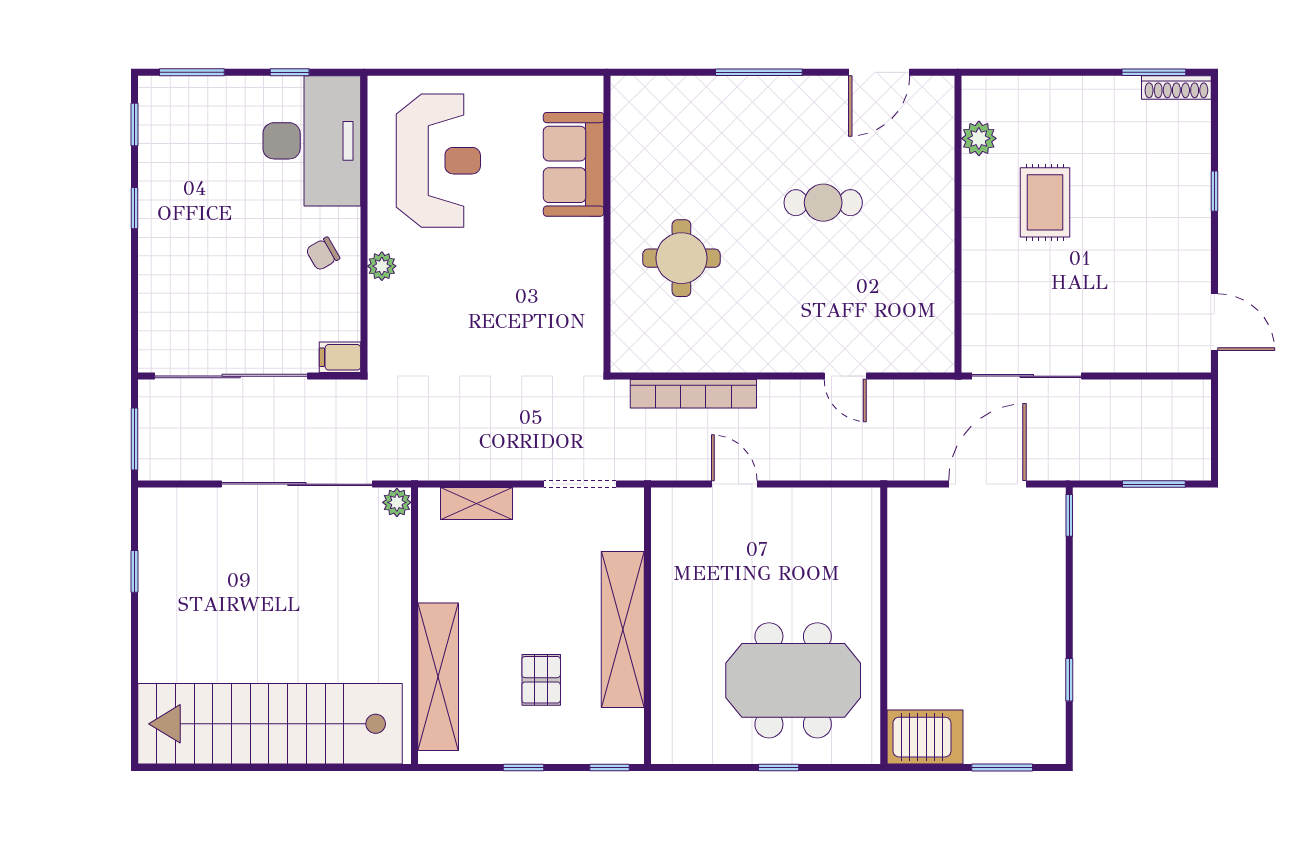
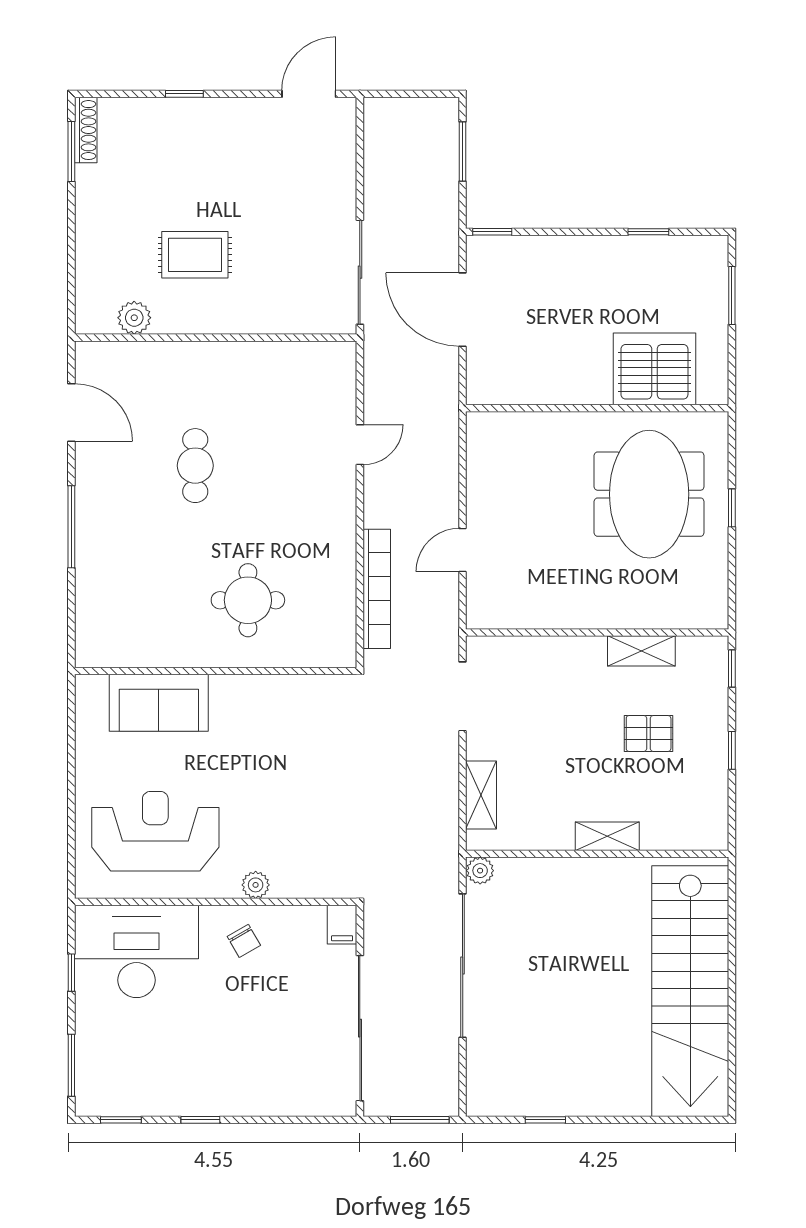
shelving: (623, 630) -> (641, 651), width x0.45, depth x0.75
shelving: (438, 677) -> (607, 836), width x0.45, depth x0.75
server rack: (925, 737) -> (654, 369), moved, width x1.60

